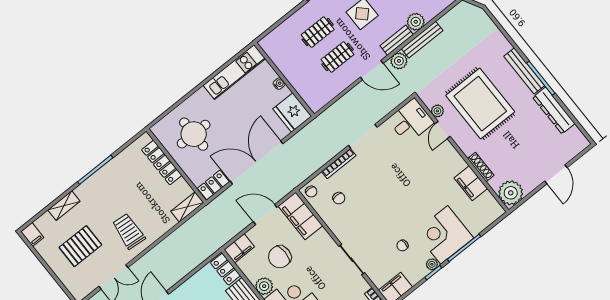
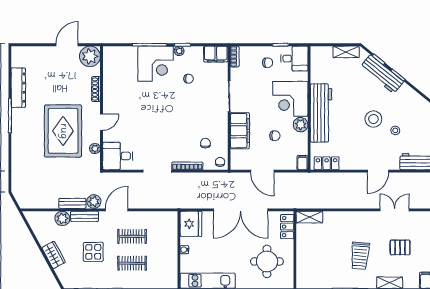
bench: (422, 40) -> (72, 203), width x0.73
door: (372, 70) -> (117, 210), hinge flipped
bench: (524, 71) -> (17, 129), removed
door: (443, 130) -> (101, 122), moved
locker: (162, 162) -> (303, 260), removed
door: (556, 174) -> (67, 45), moved
filing cabinet: (471, 183) -> (111, 84), removed
locker: (213, 185) -> (287, 227), moved, turned 90
filing cabinet: (300, 216) -> (240, 131), moved
trolley: (129, 231) -> (360, 256), moved
pallet: (80, 246) -> (400, 247), width x0.67, depth x0.71
filing cabinet: (239, 248) -> (302, 163), width x0.50
chair: (280, 257) -> (275, 136), width x0.54, depth x0.54
locker: (225, 269) -> (327, 163), moved, turned -90

